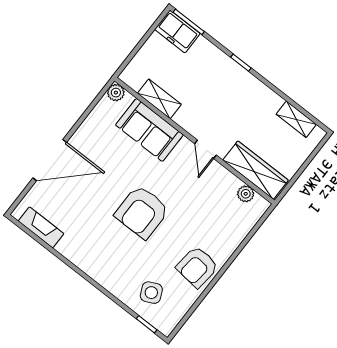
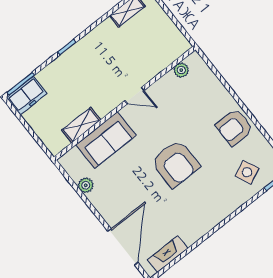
plant: (116, 93) -> (86, 185), moved
door: (50, 160) -> (123, 247), moved
wardrobe: (256, 170) -> (163, 57), removed
armchair: (197, 267) -> (234, 127), turned 84

